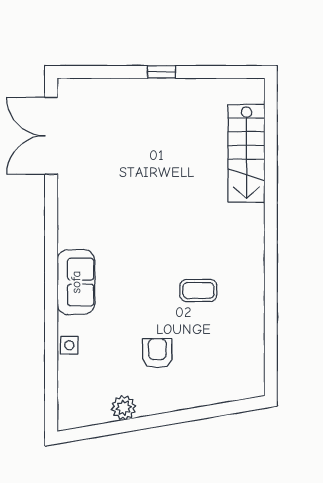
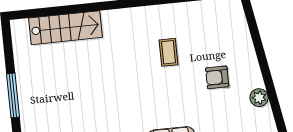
window: (161, 72) -> (13, 95), width x2.17

